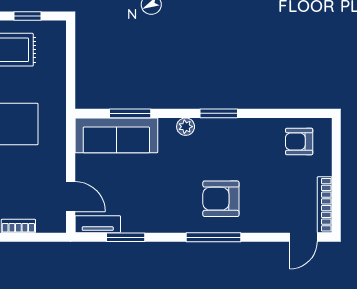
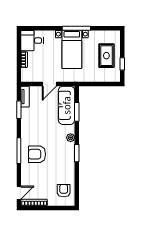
door: (71, 197) -> (49, 84), moved
armchair: (221, 199) -> (37, 154), turned -90
door: (303, 237) -> (19, 193), swing flipped

